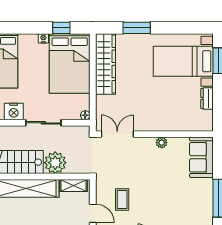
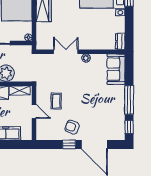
dresser: (207, 99) -> (120, 41), moved
double door: (117, 134) -> (66, 52), moved

